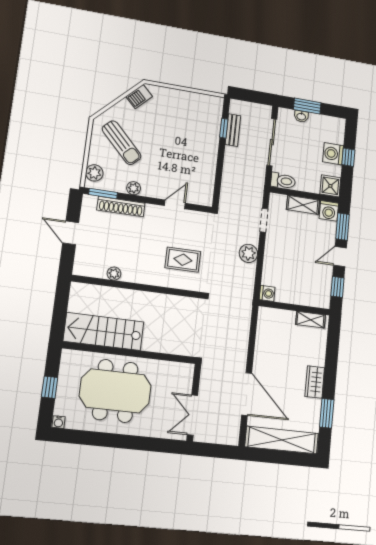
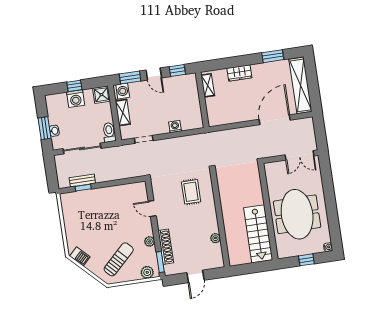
plant: (248, 253) -> (172, 145), removed
washing machine: (267, 293) -> (175, 126), moved
wardrobe: (315, 382) -> (239, 73), moved

